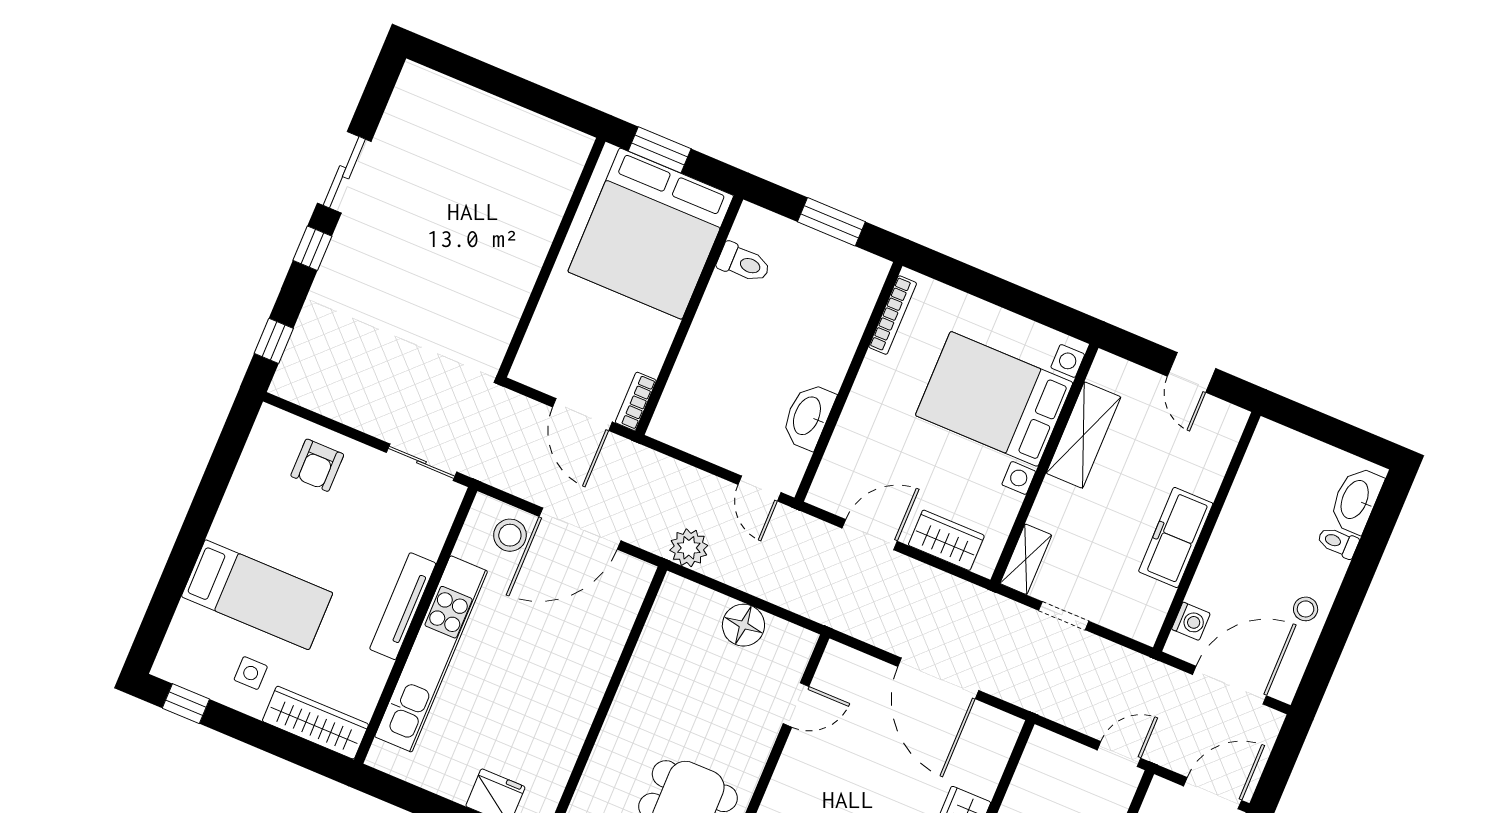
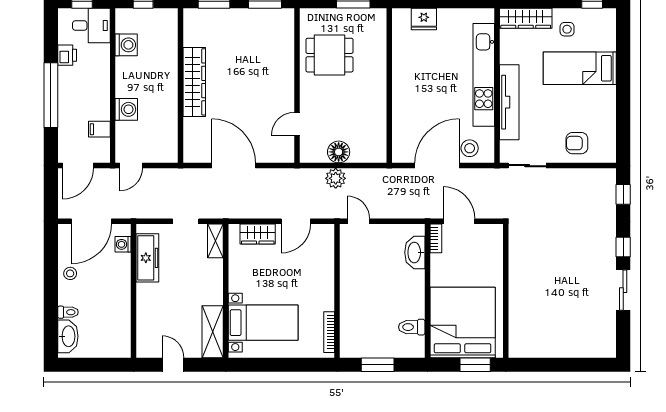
bed with nightstands: (994, 399) -> (263, 323), width x0.73
washbasin: (808, 416) -> (415, 252), moved, turned 180
shelving: (1083, 435) -> (213, 332), moved
armchair: (317, 465) -> (577, 143), turned -90
freezer: (1176, 537) -> (147, 258), moved
plant: (689, 548) -> (336, 178), moved
tv unit: (403, 606) -> (509, 102), width x1.36, depth x1.29

